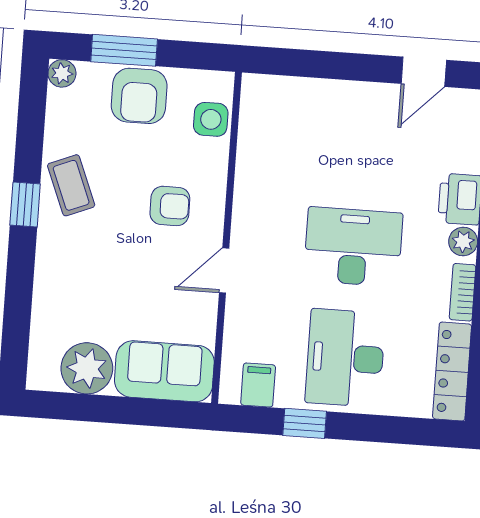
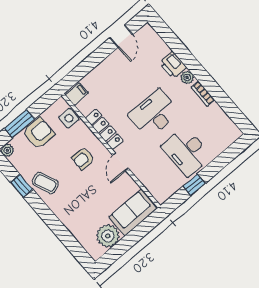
armchair: (139, 96) -> (39, 133), turned -90
window: (25, 205) -> (22, 186), moved
armchair: (170, 206) -> (83, 158), turned 180
locker: (452, 371) -> (104, 129), moved, turned 180
filing cabinet: (258, 385) -> (77, 94), moved, turned 90

